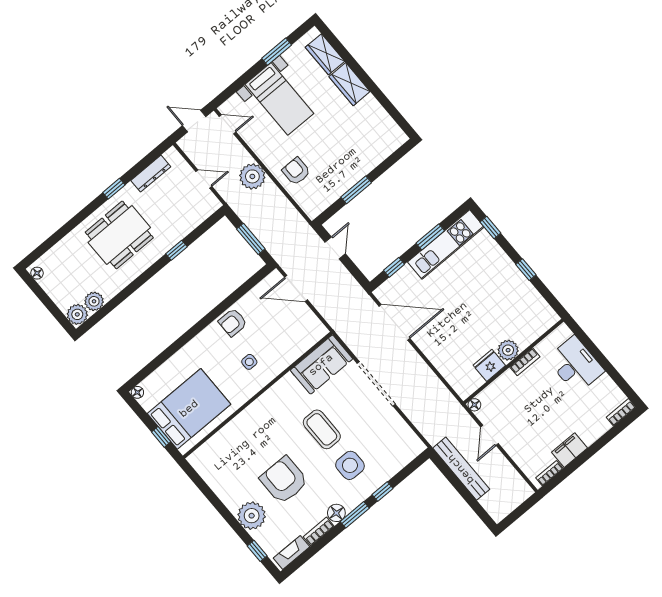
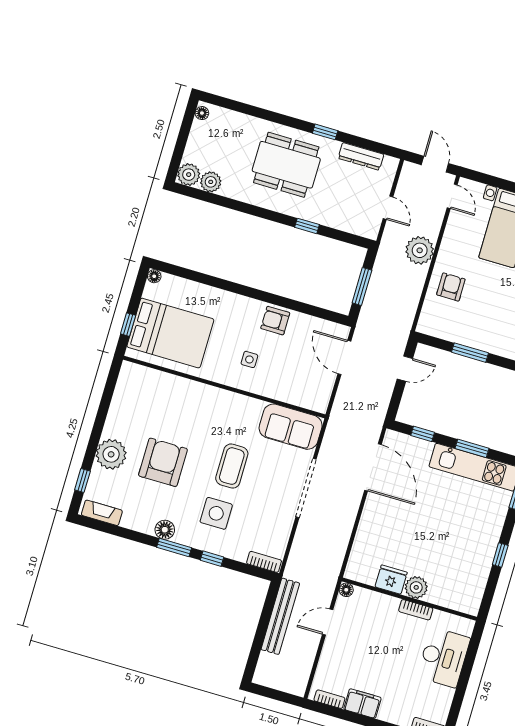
bookcase: (319, 531) -> (264, 562), moved

